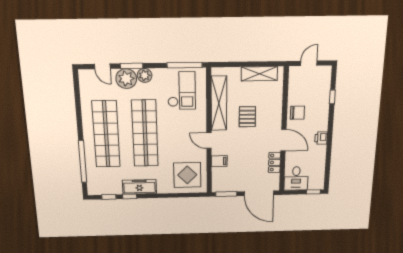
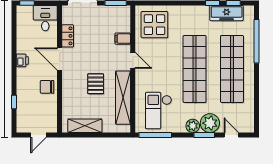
freezer: (139, 187) -> (227, 13), moved

